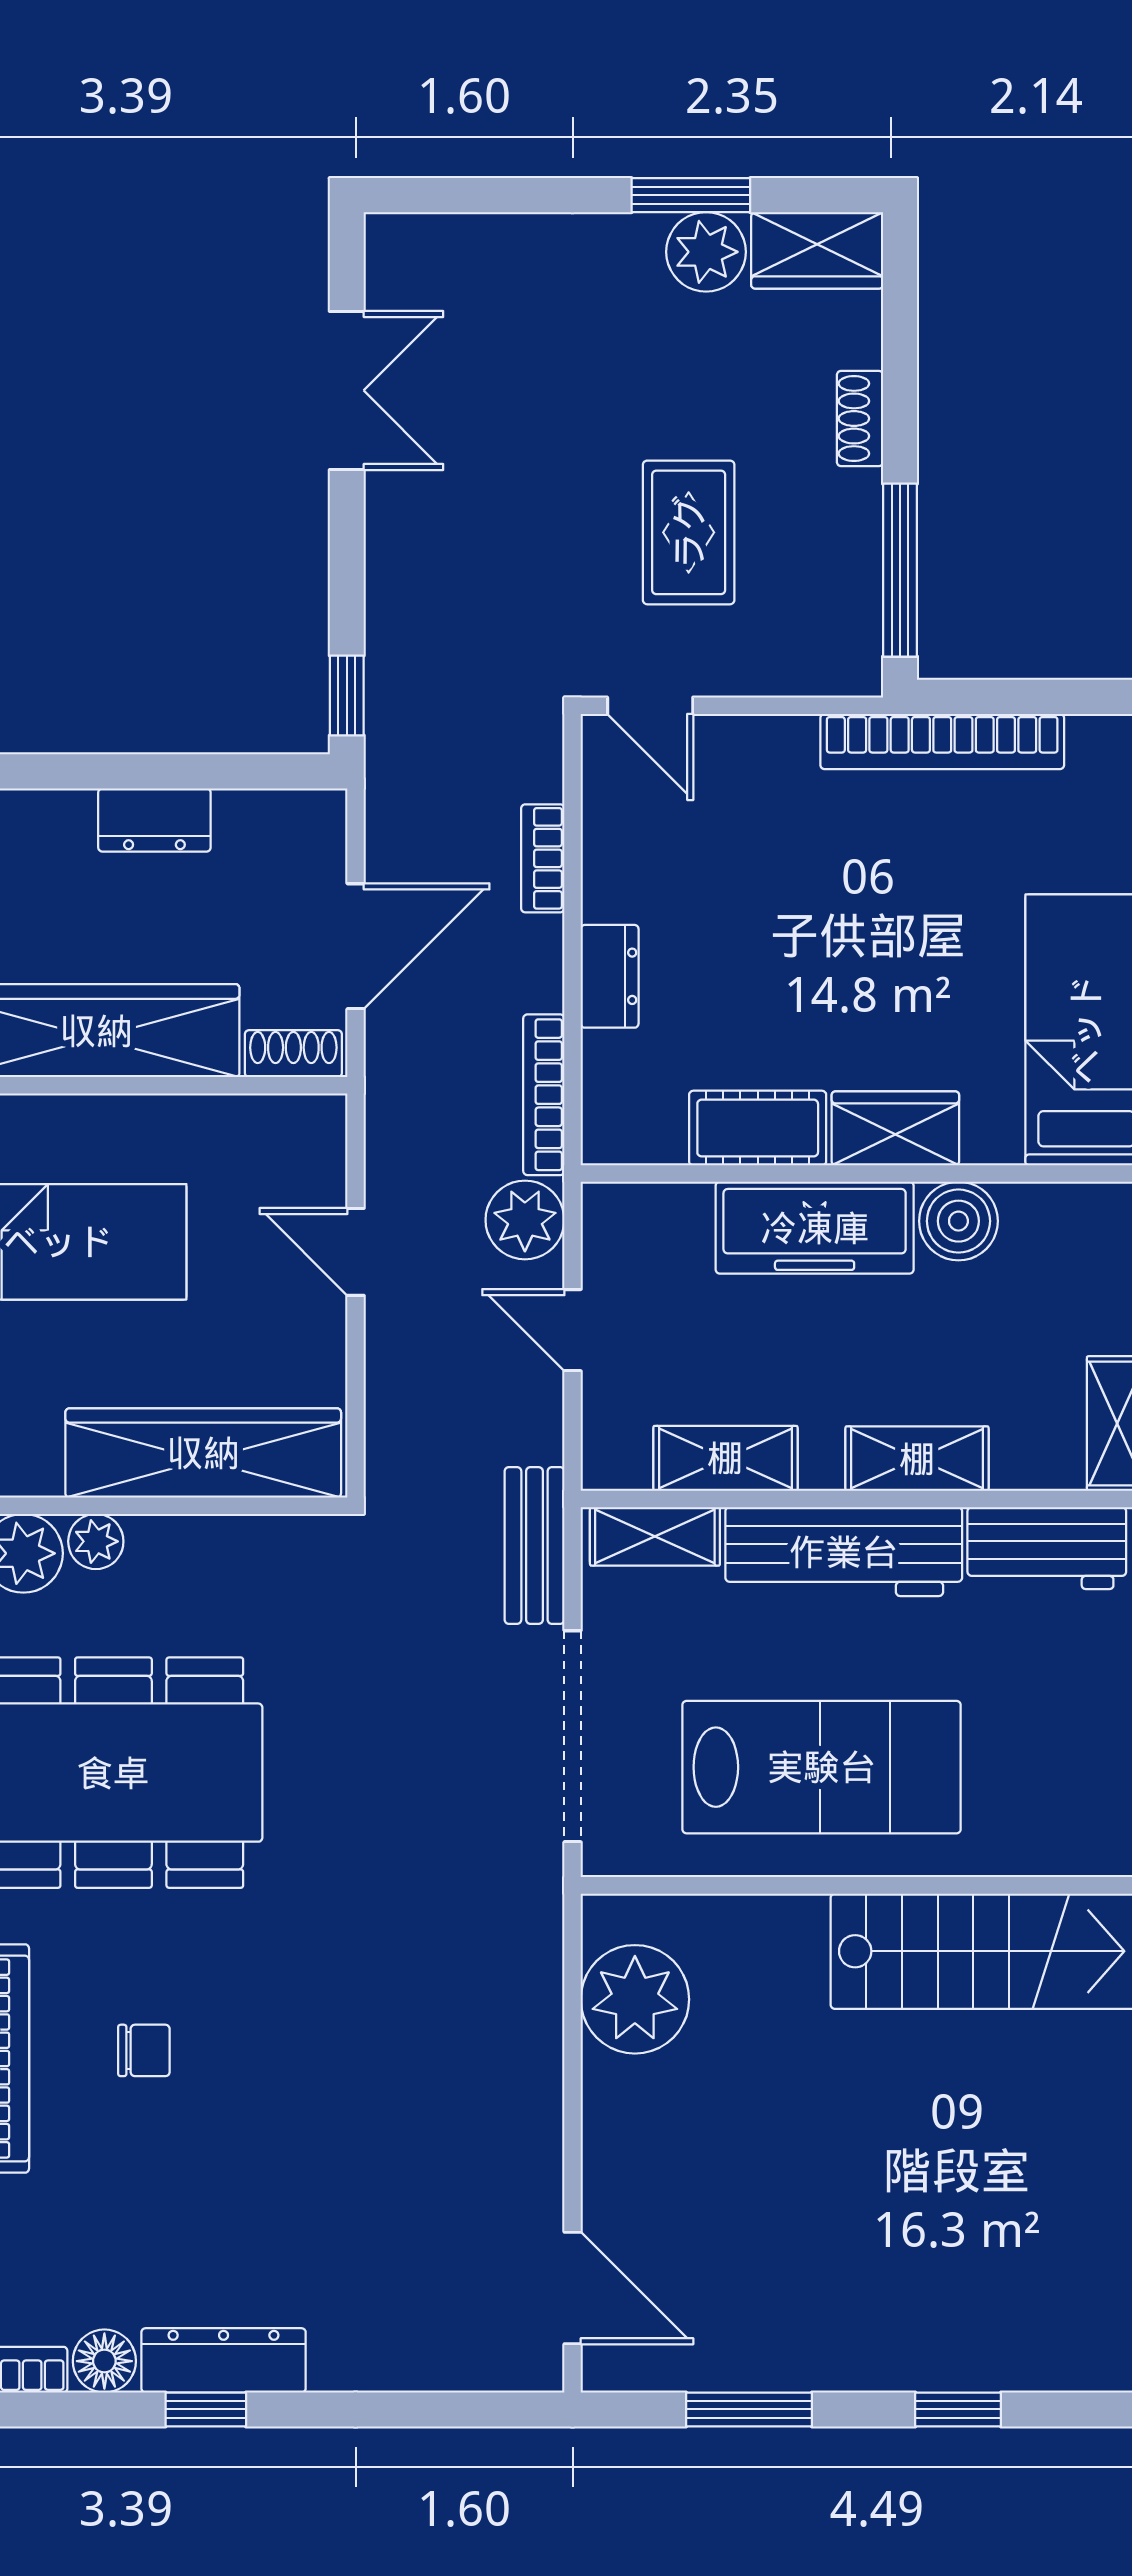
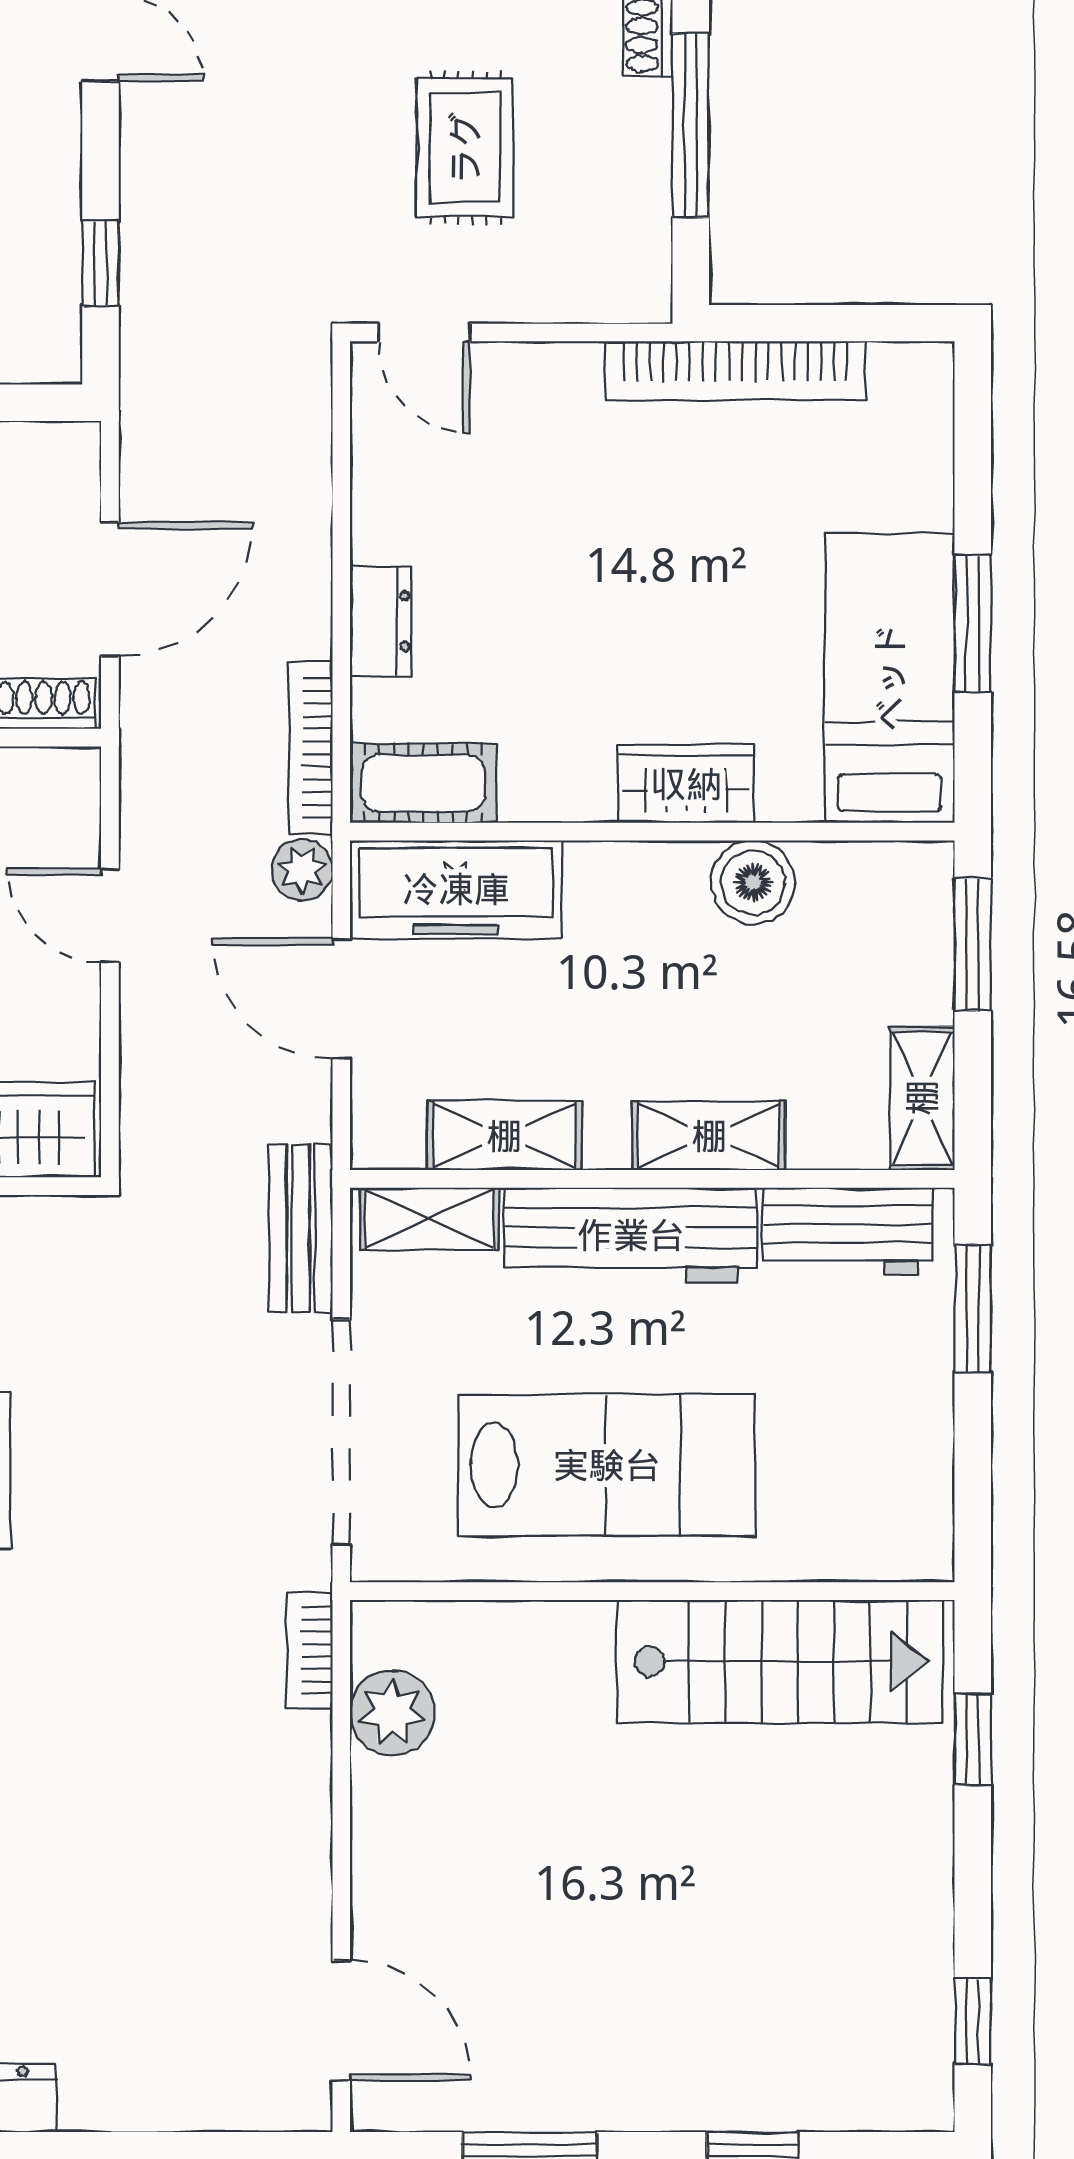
window: (900, 570) -> (691, 125), moved
window: (347, 696) -> (100, 263), moved
bookcase: (543, 858) -> (310, 1650), moved
cot: (758, 1128) -> (423, 783), moved
plant: (525, 1220) -> (302, 870), width x0.73, depth x0.73
freezer: (815, 1228) -> (456, 889), moved
door: (573, 1330) -> (341, 999), width x1.38
plant: (635, 1999) -> (392, 1713), width x0.73, depth x0.73

